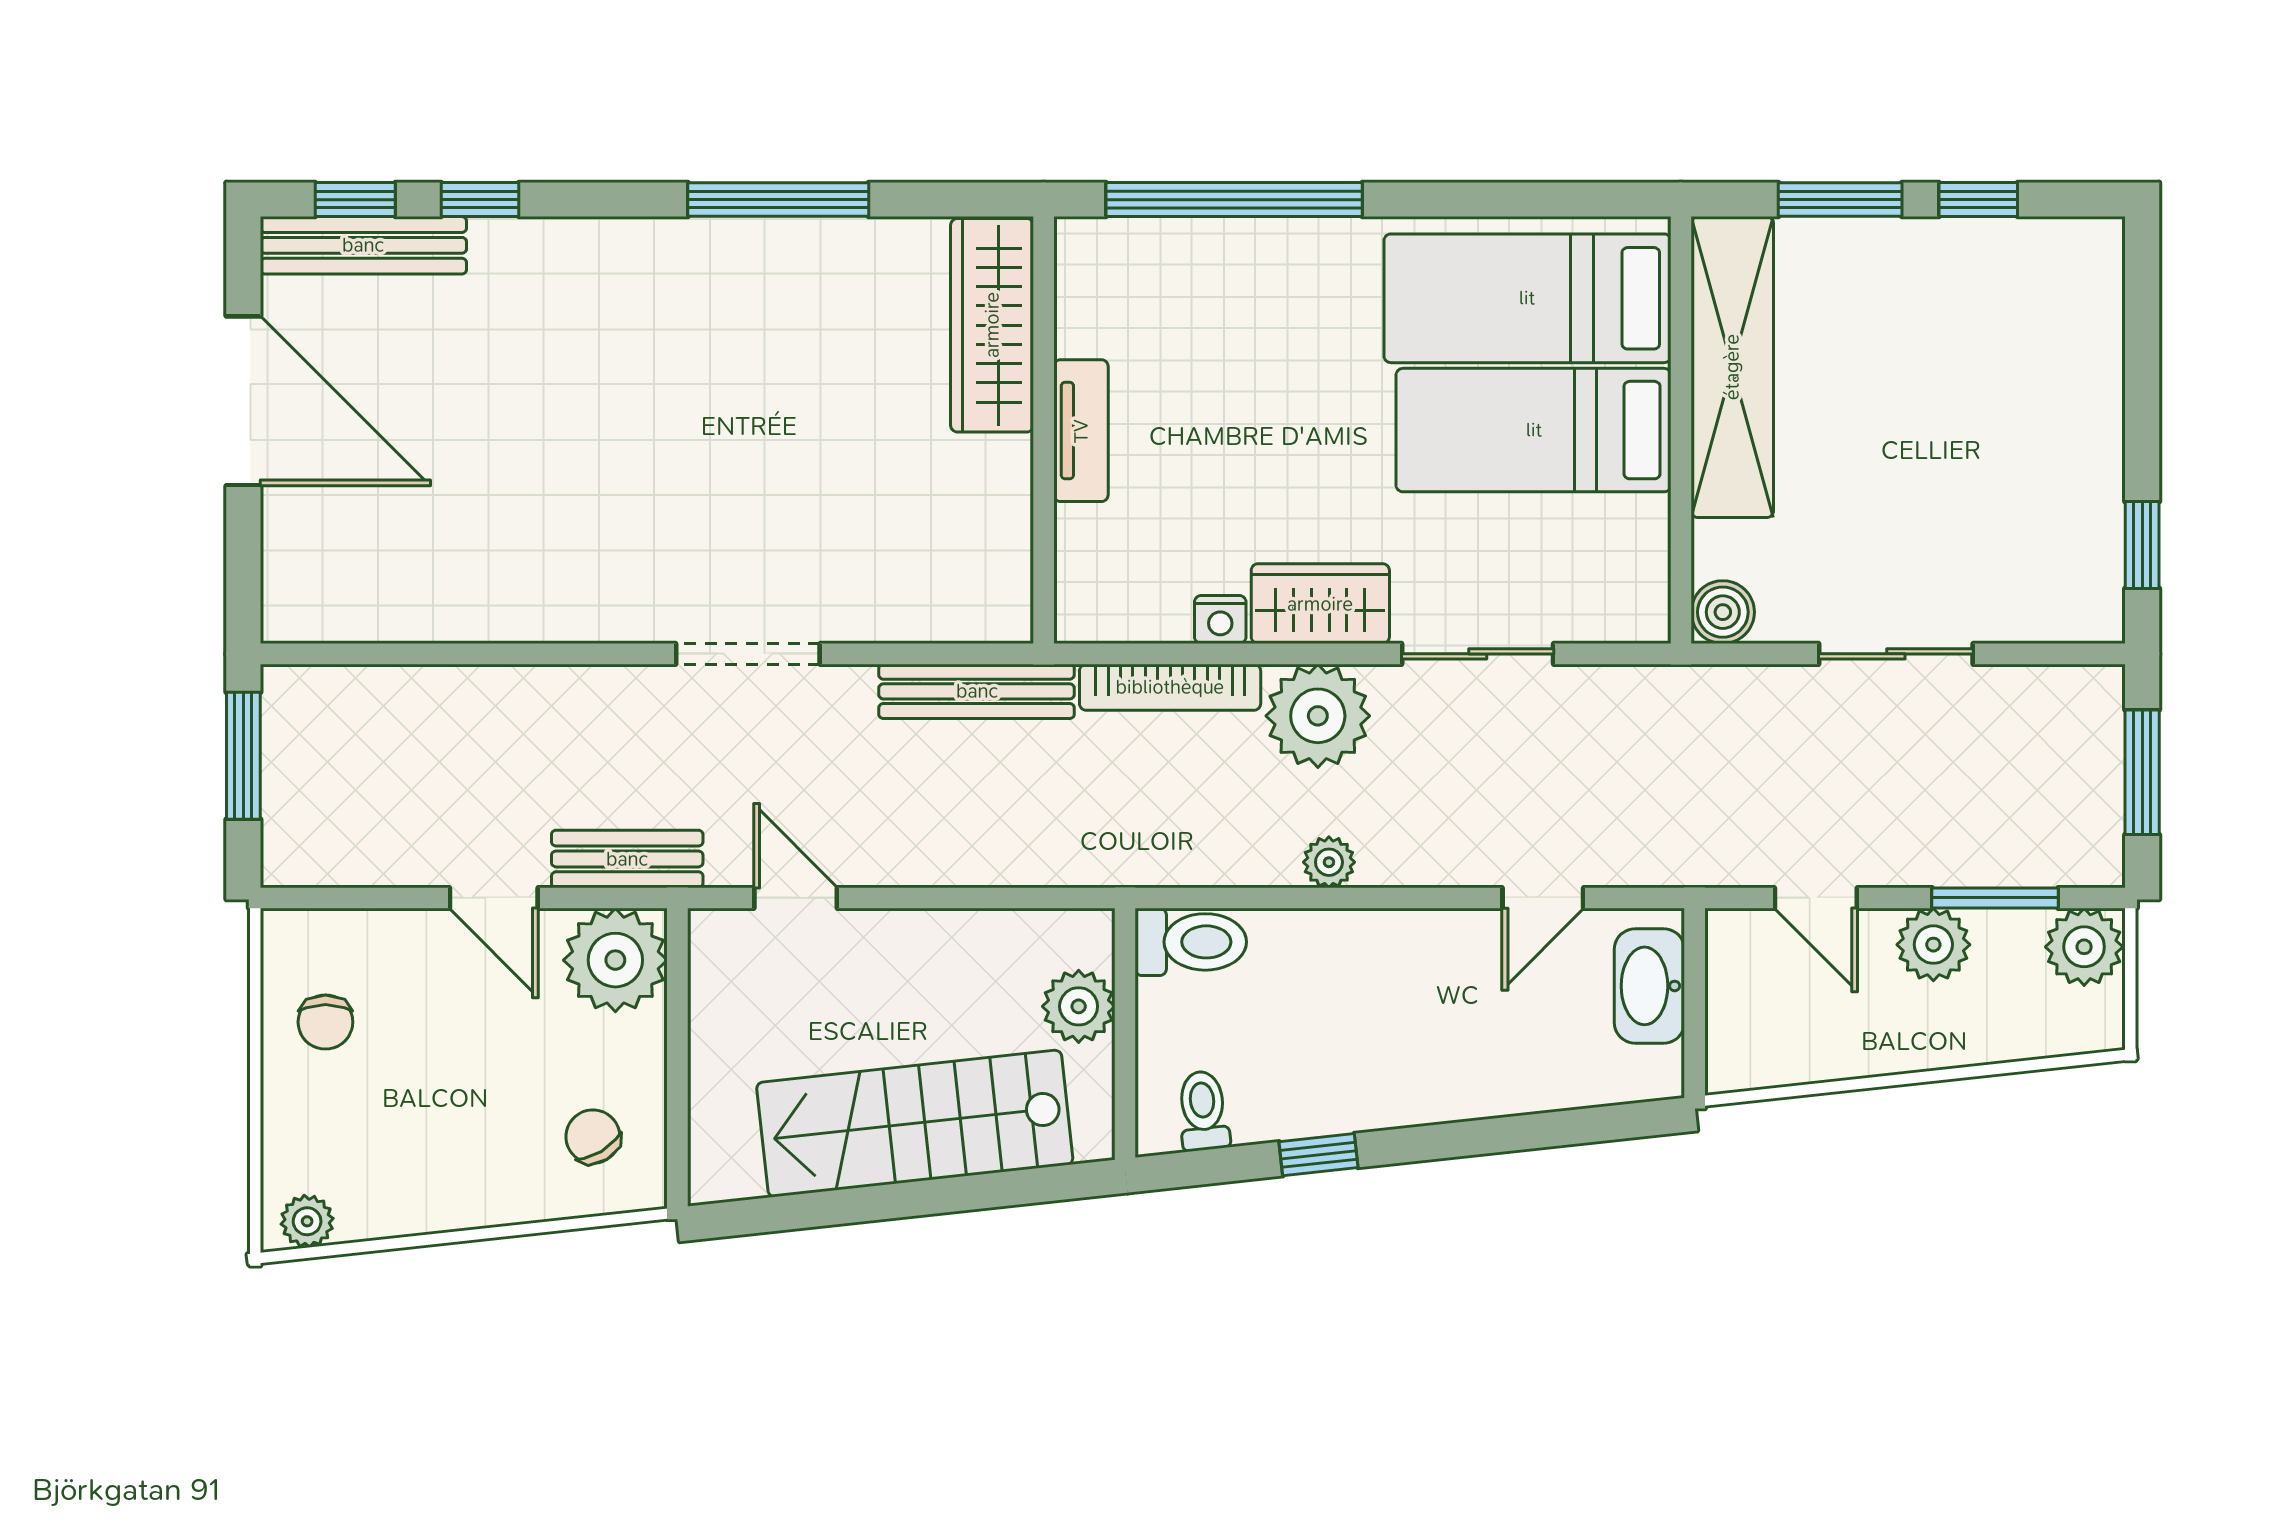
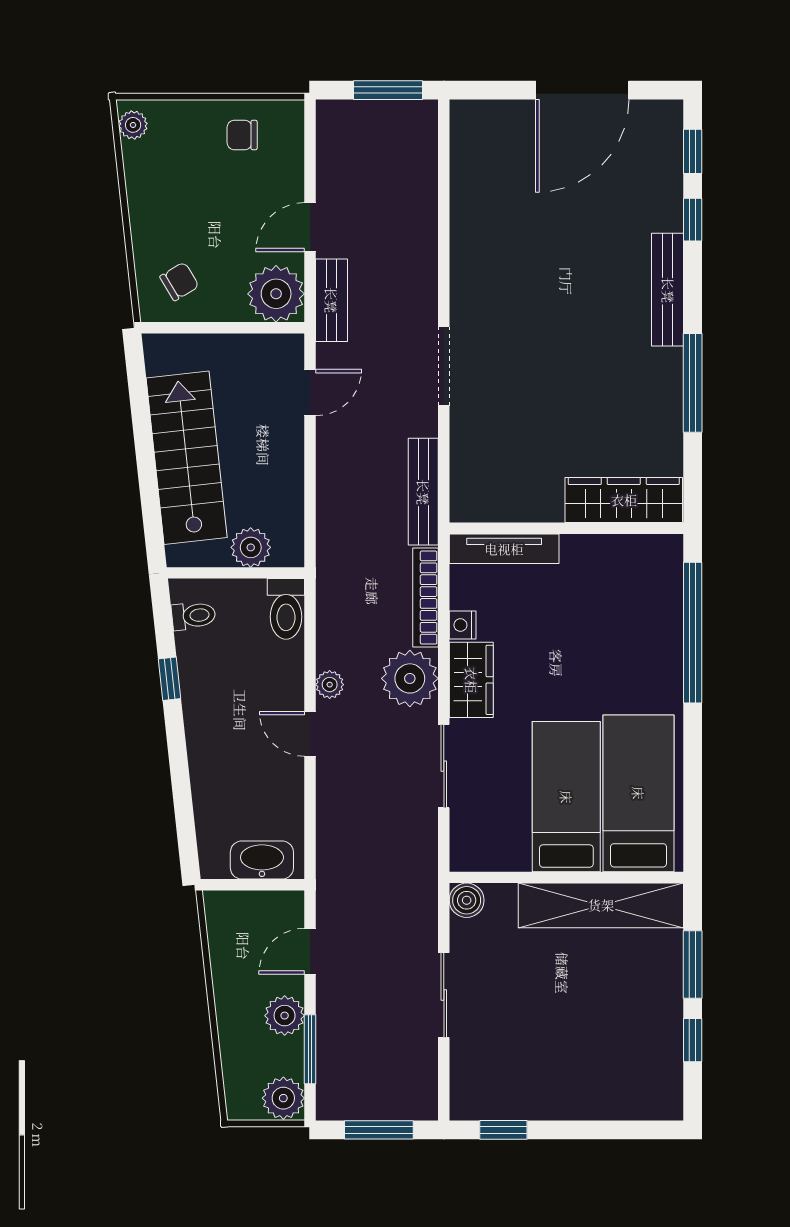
bench: (363, 245) -> (668, 290), moved
tv unit: (1081, 431) -> (504, 549), moved, width x1.41
door: (1543, 898) -> (310, 734), moved

